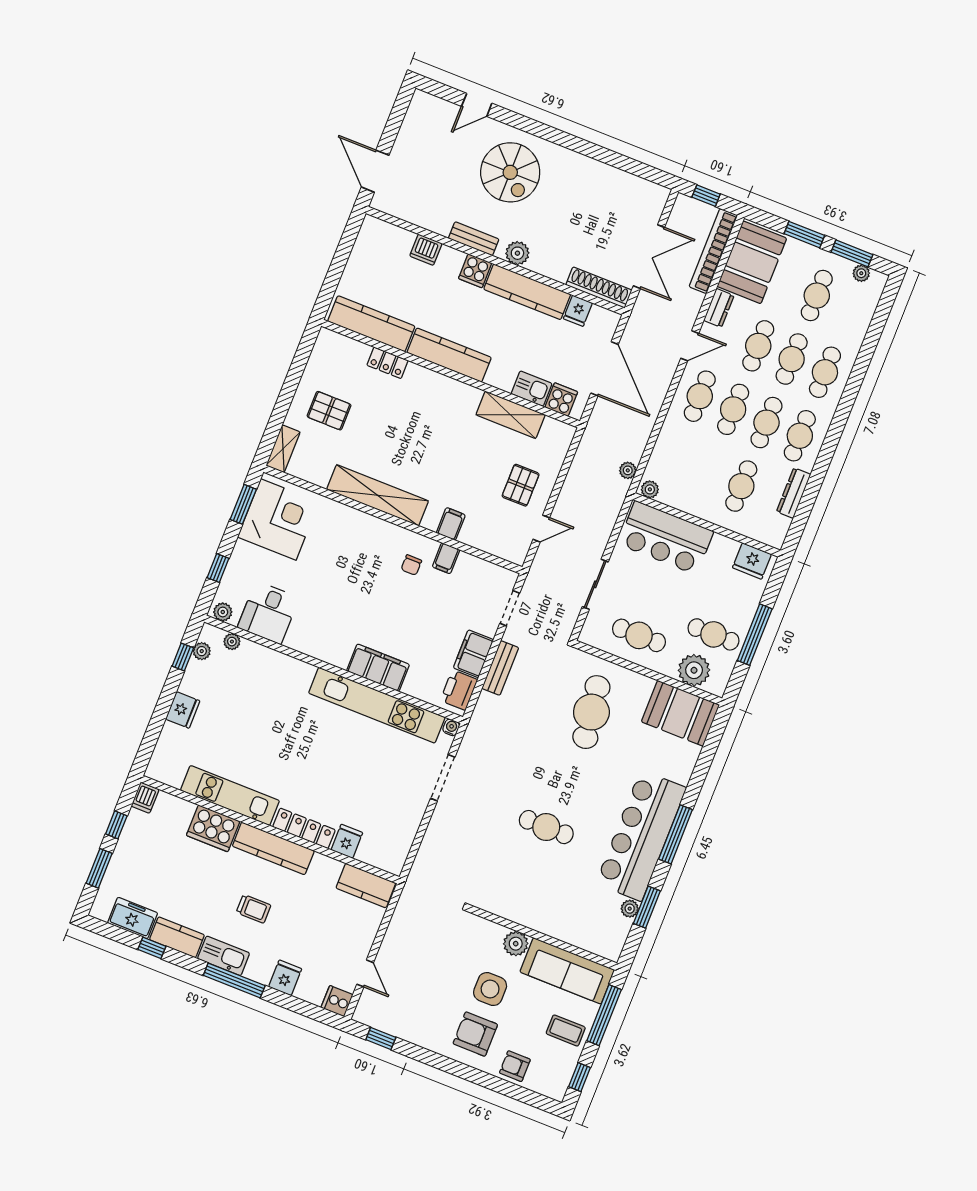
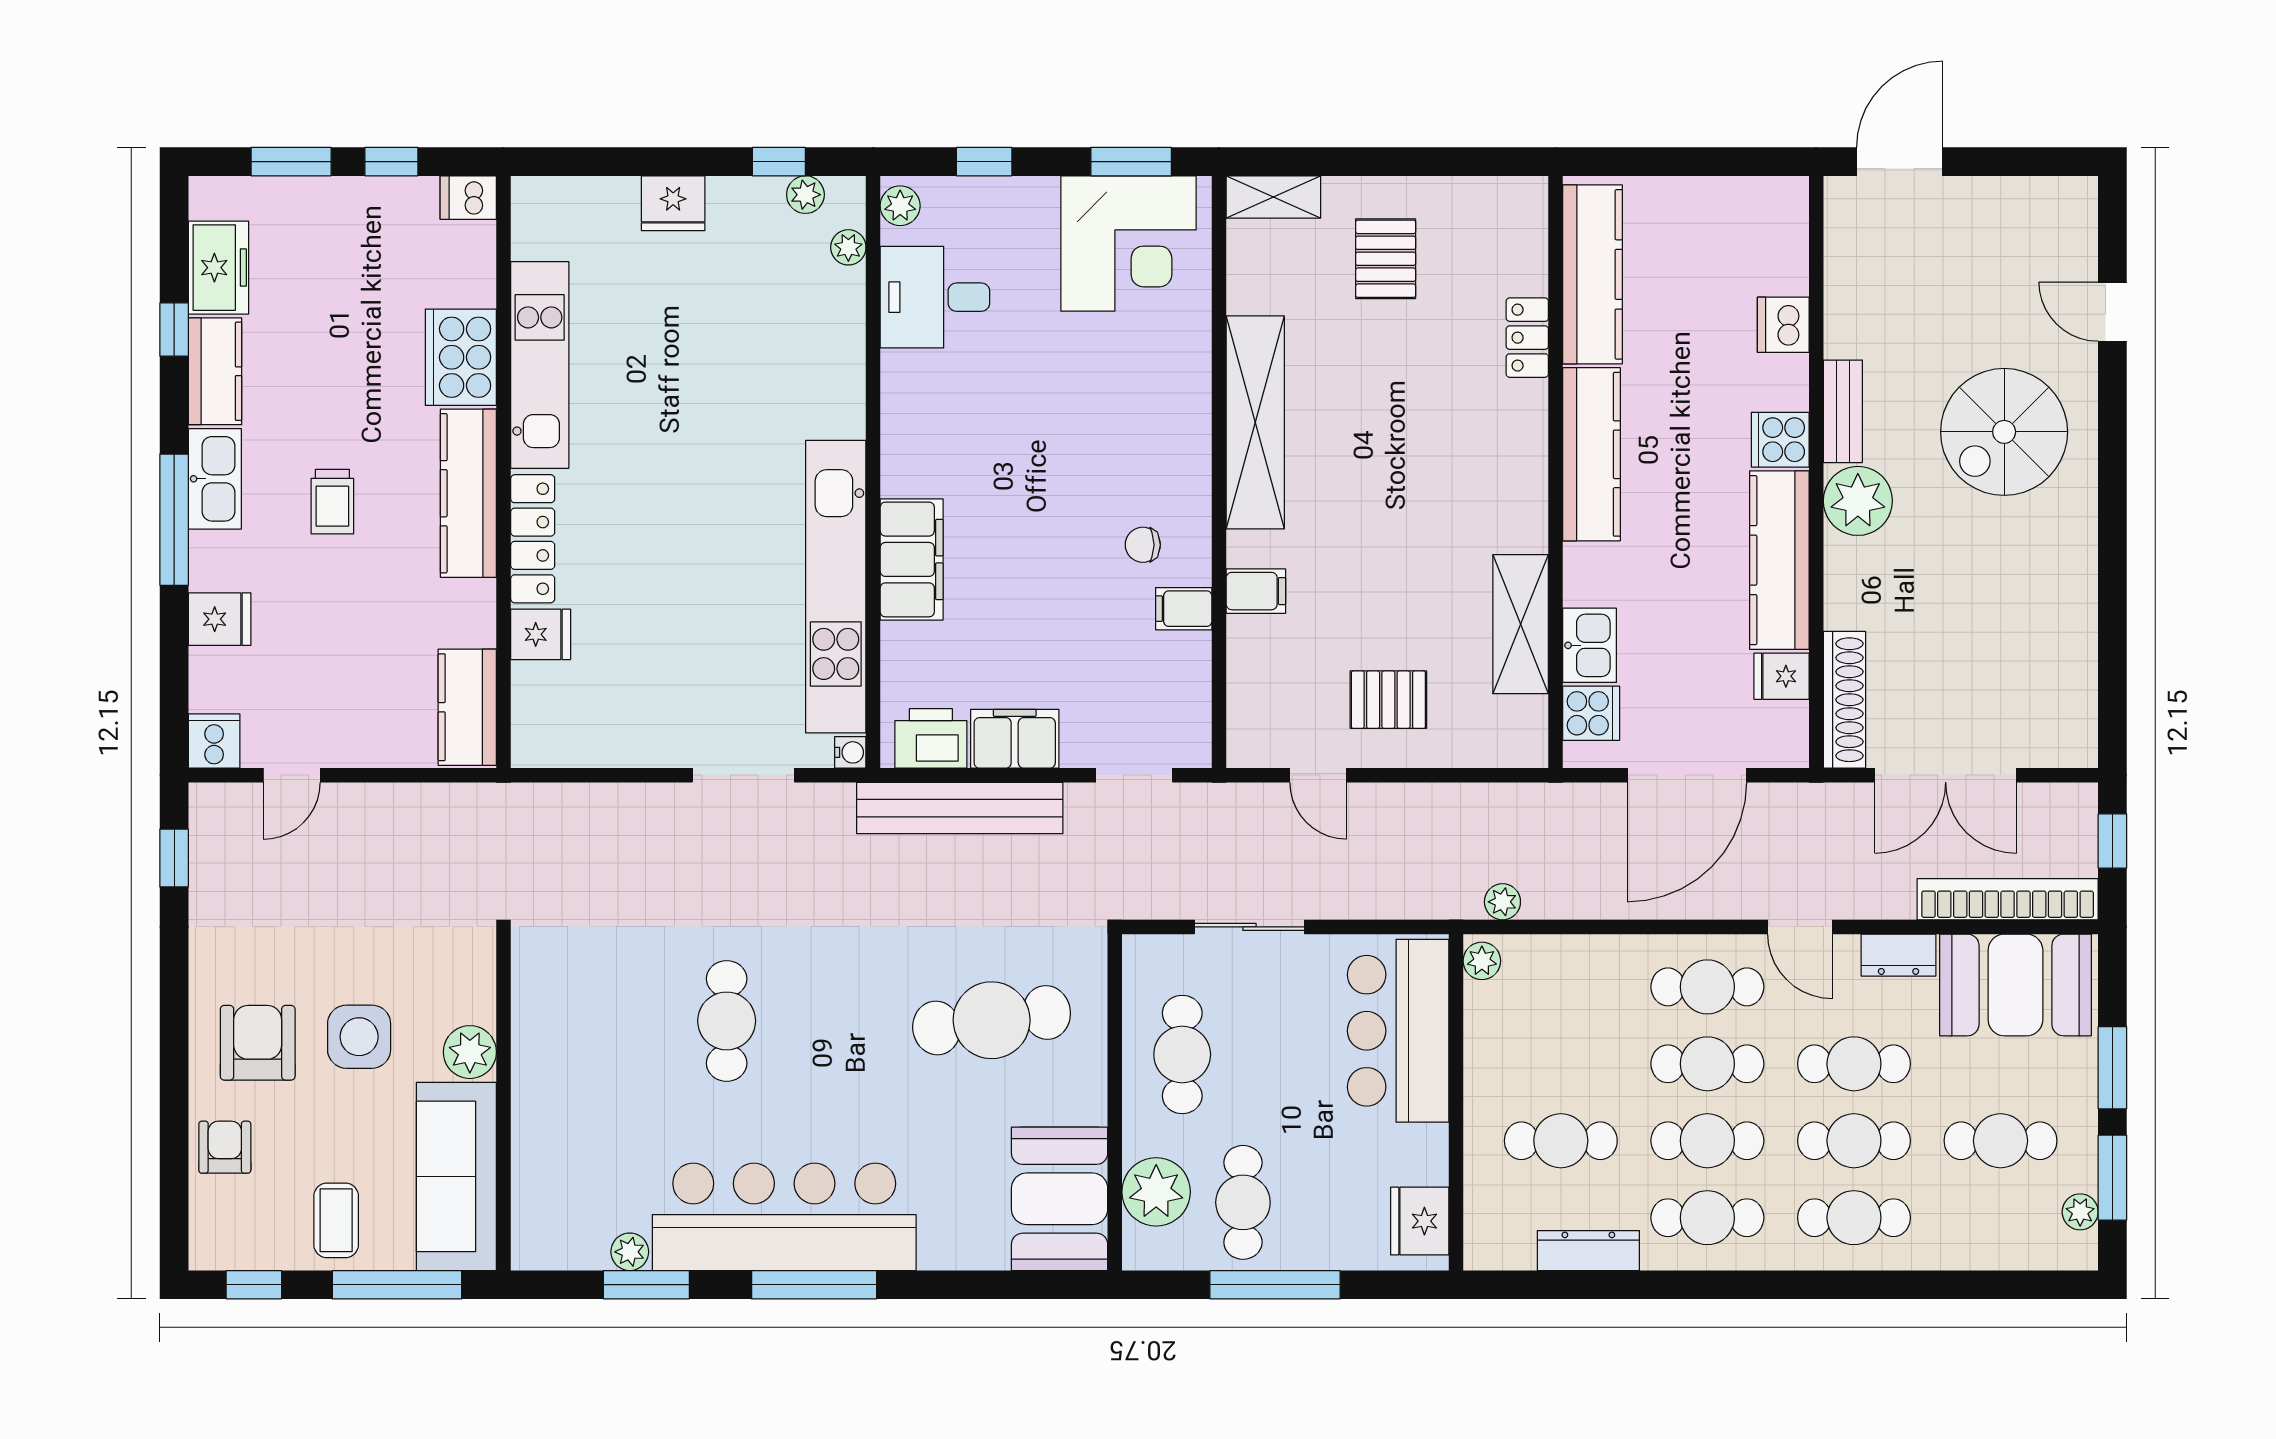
plant: (517, 253) -> (1858, 501), width x1.36, depth x1.36
bench: (500, 668) -> (960, 808), width x1.86, depth x1.21

